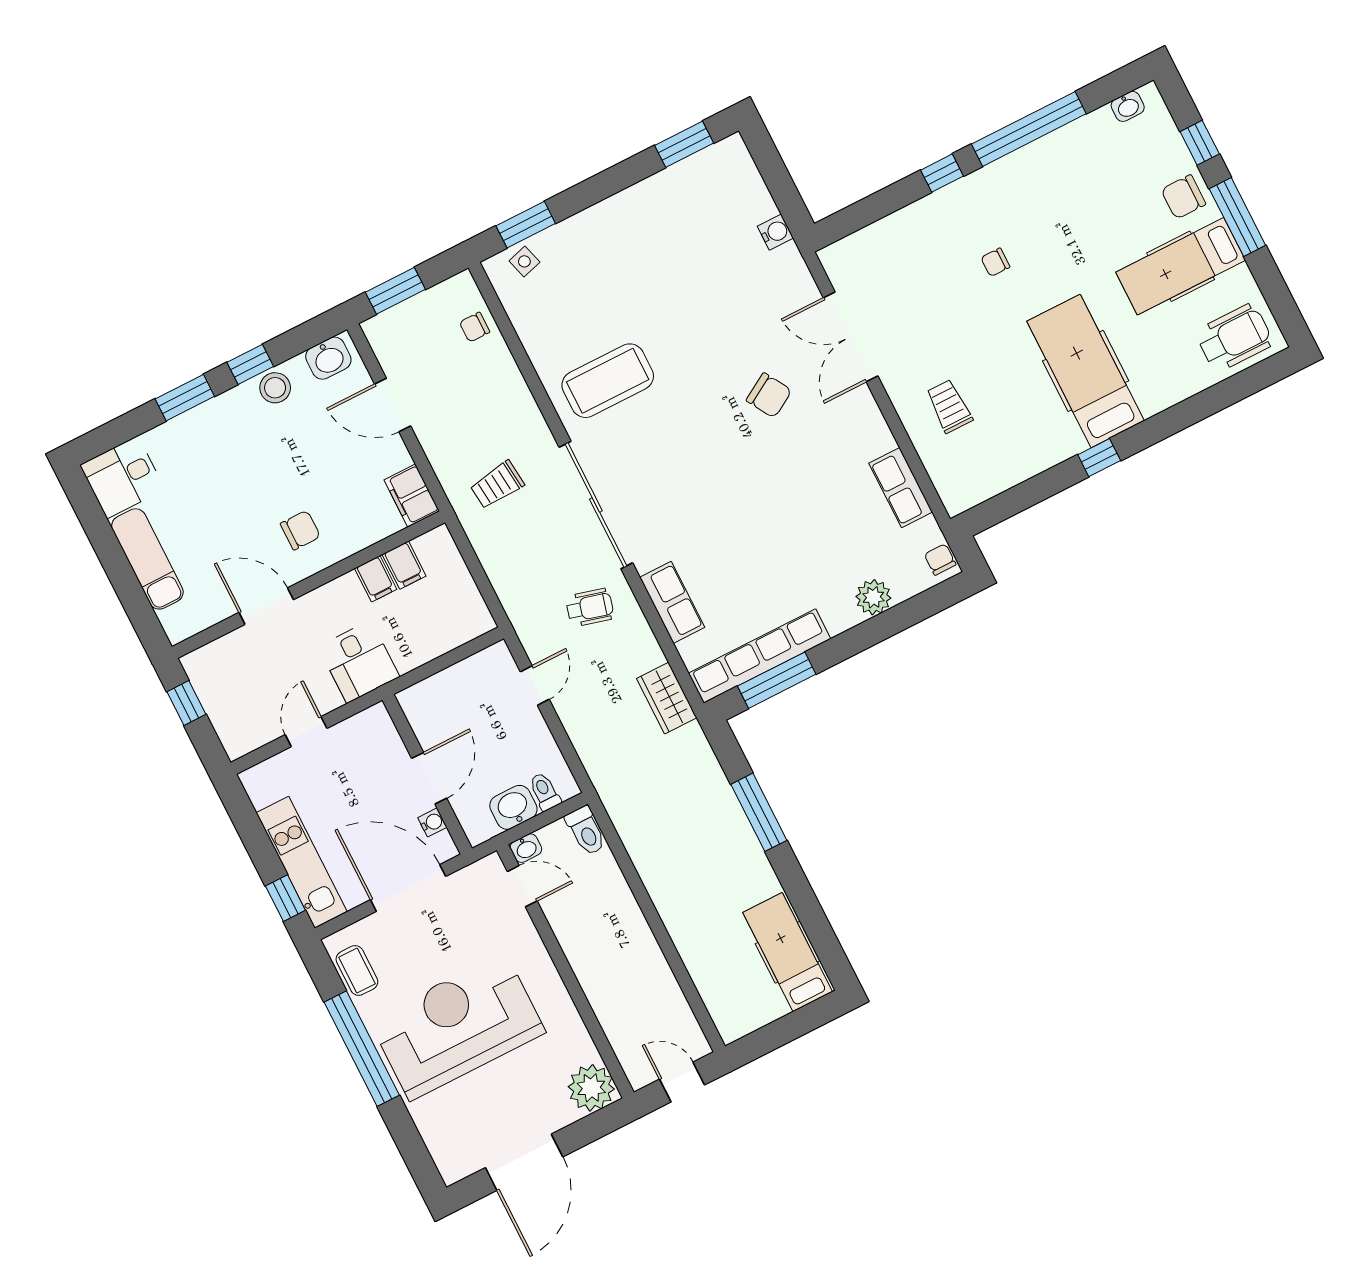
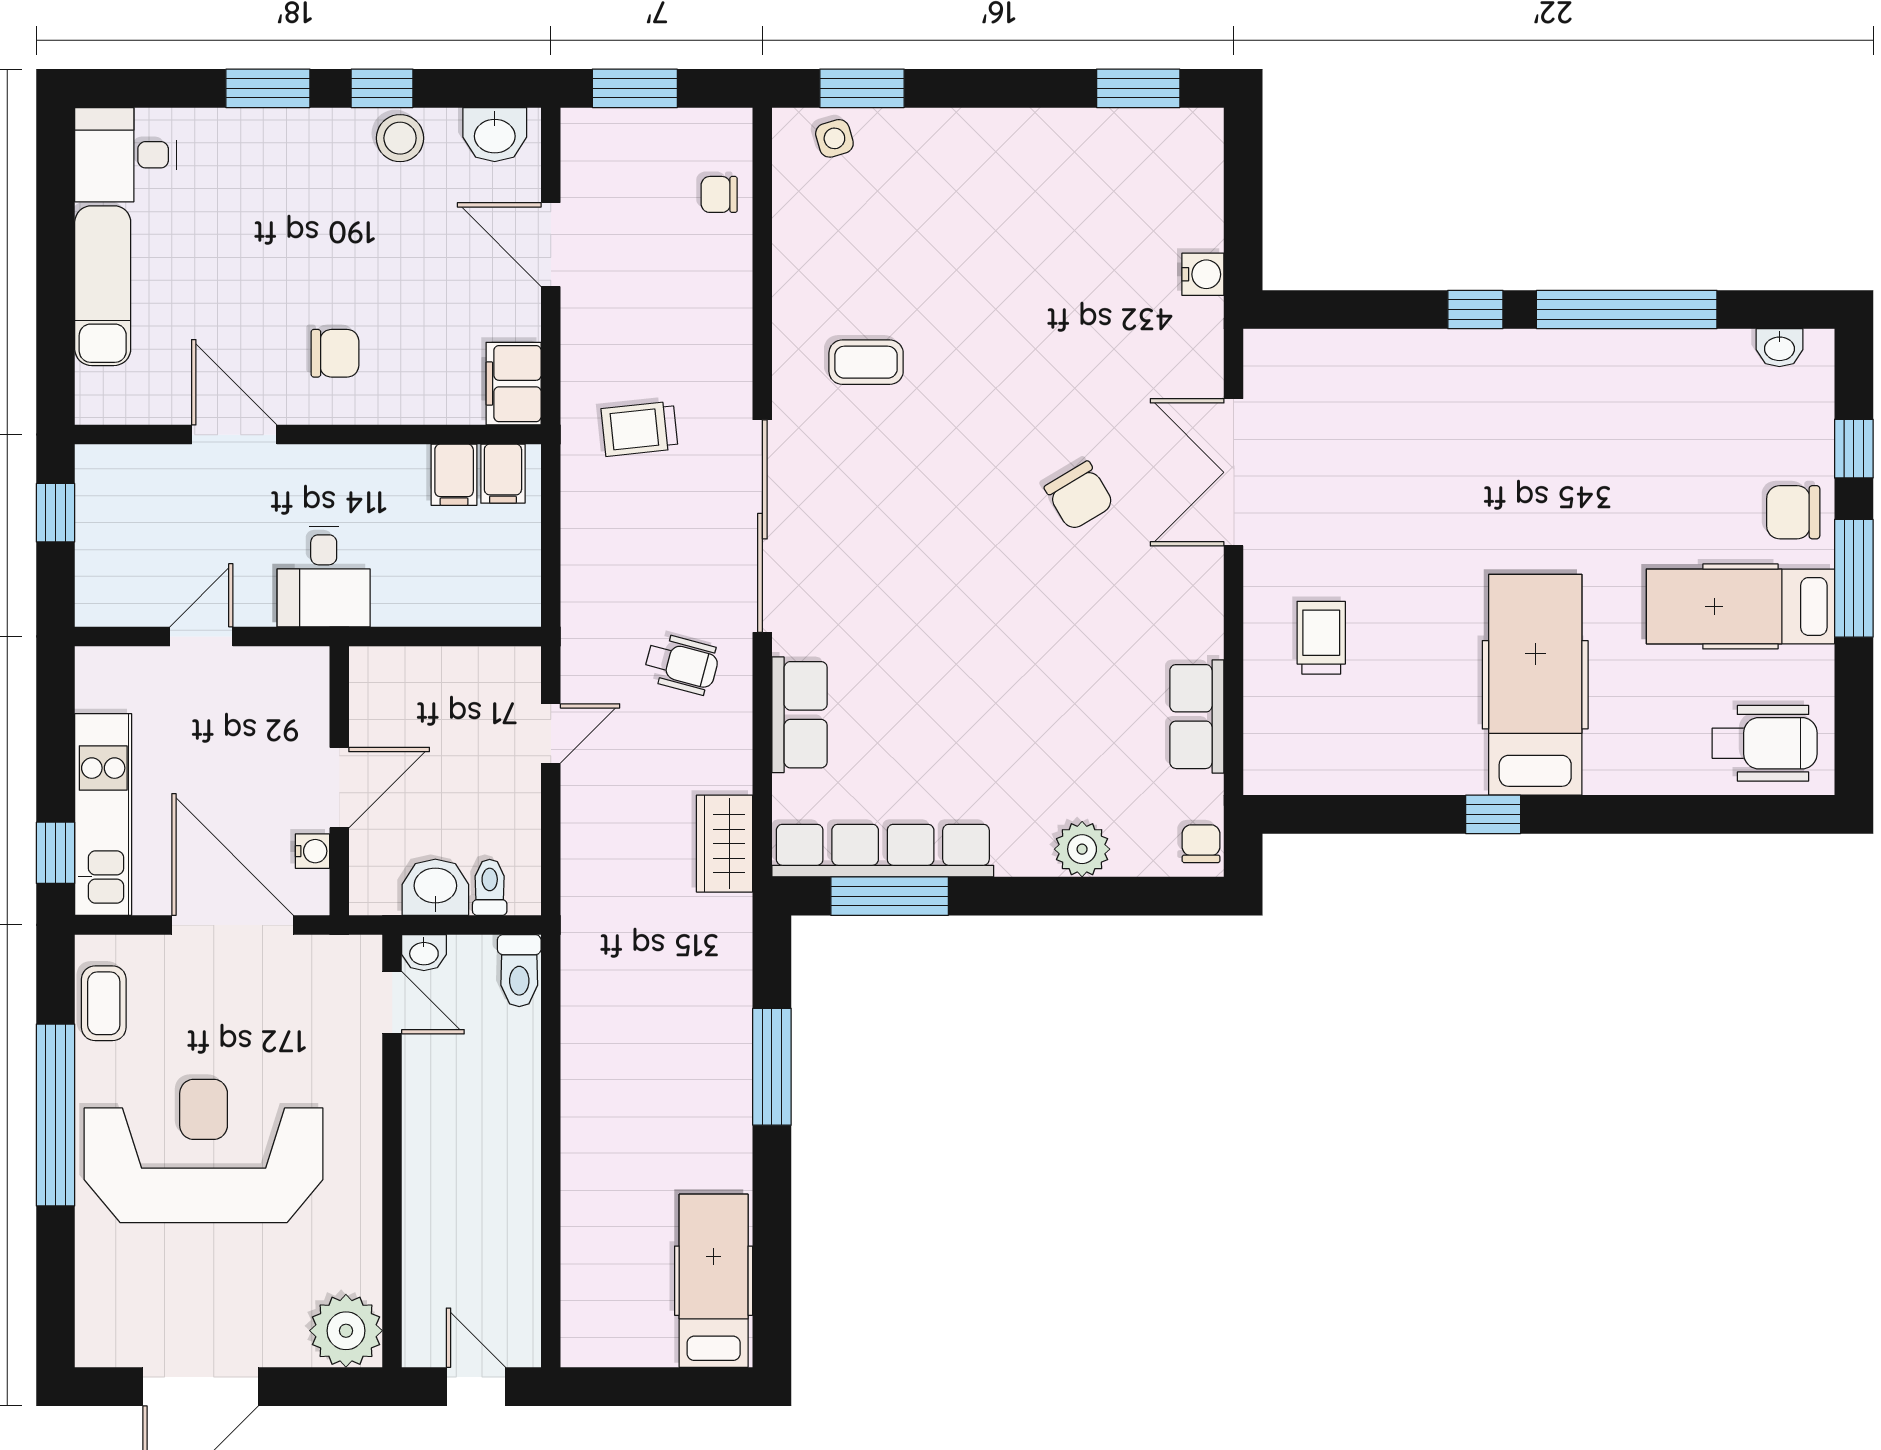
chair: (995, 262) -> (1487, 471), removed
coffee table: (608, 381) -> (866, 362), width x0.54, depth x0.58
filing cabinet: (376, 579) -> (503, 474), moved

